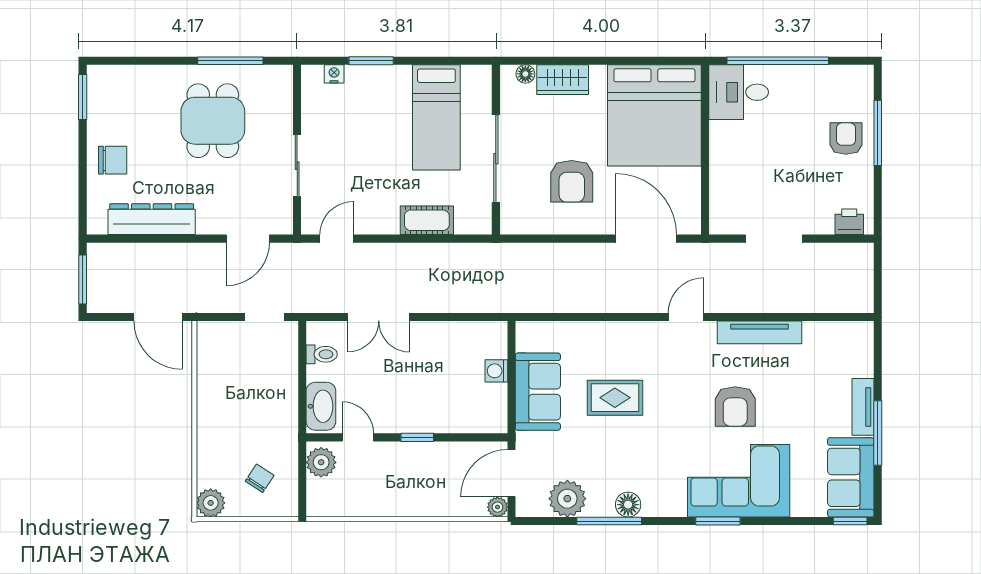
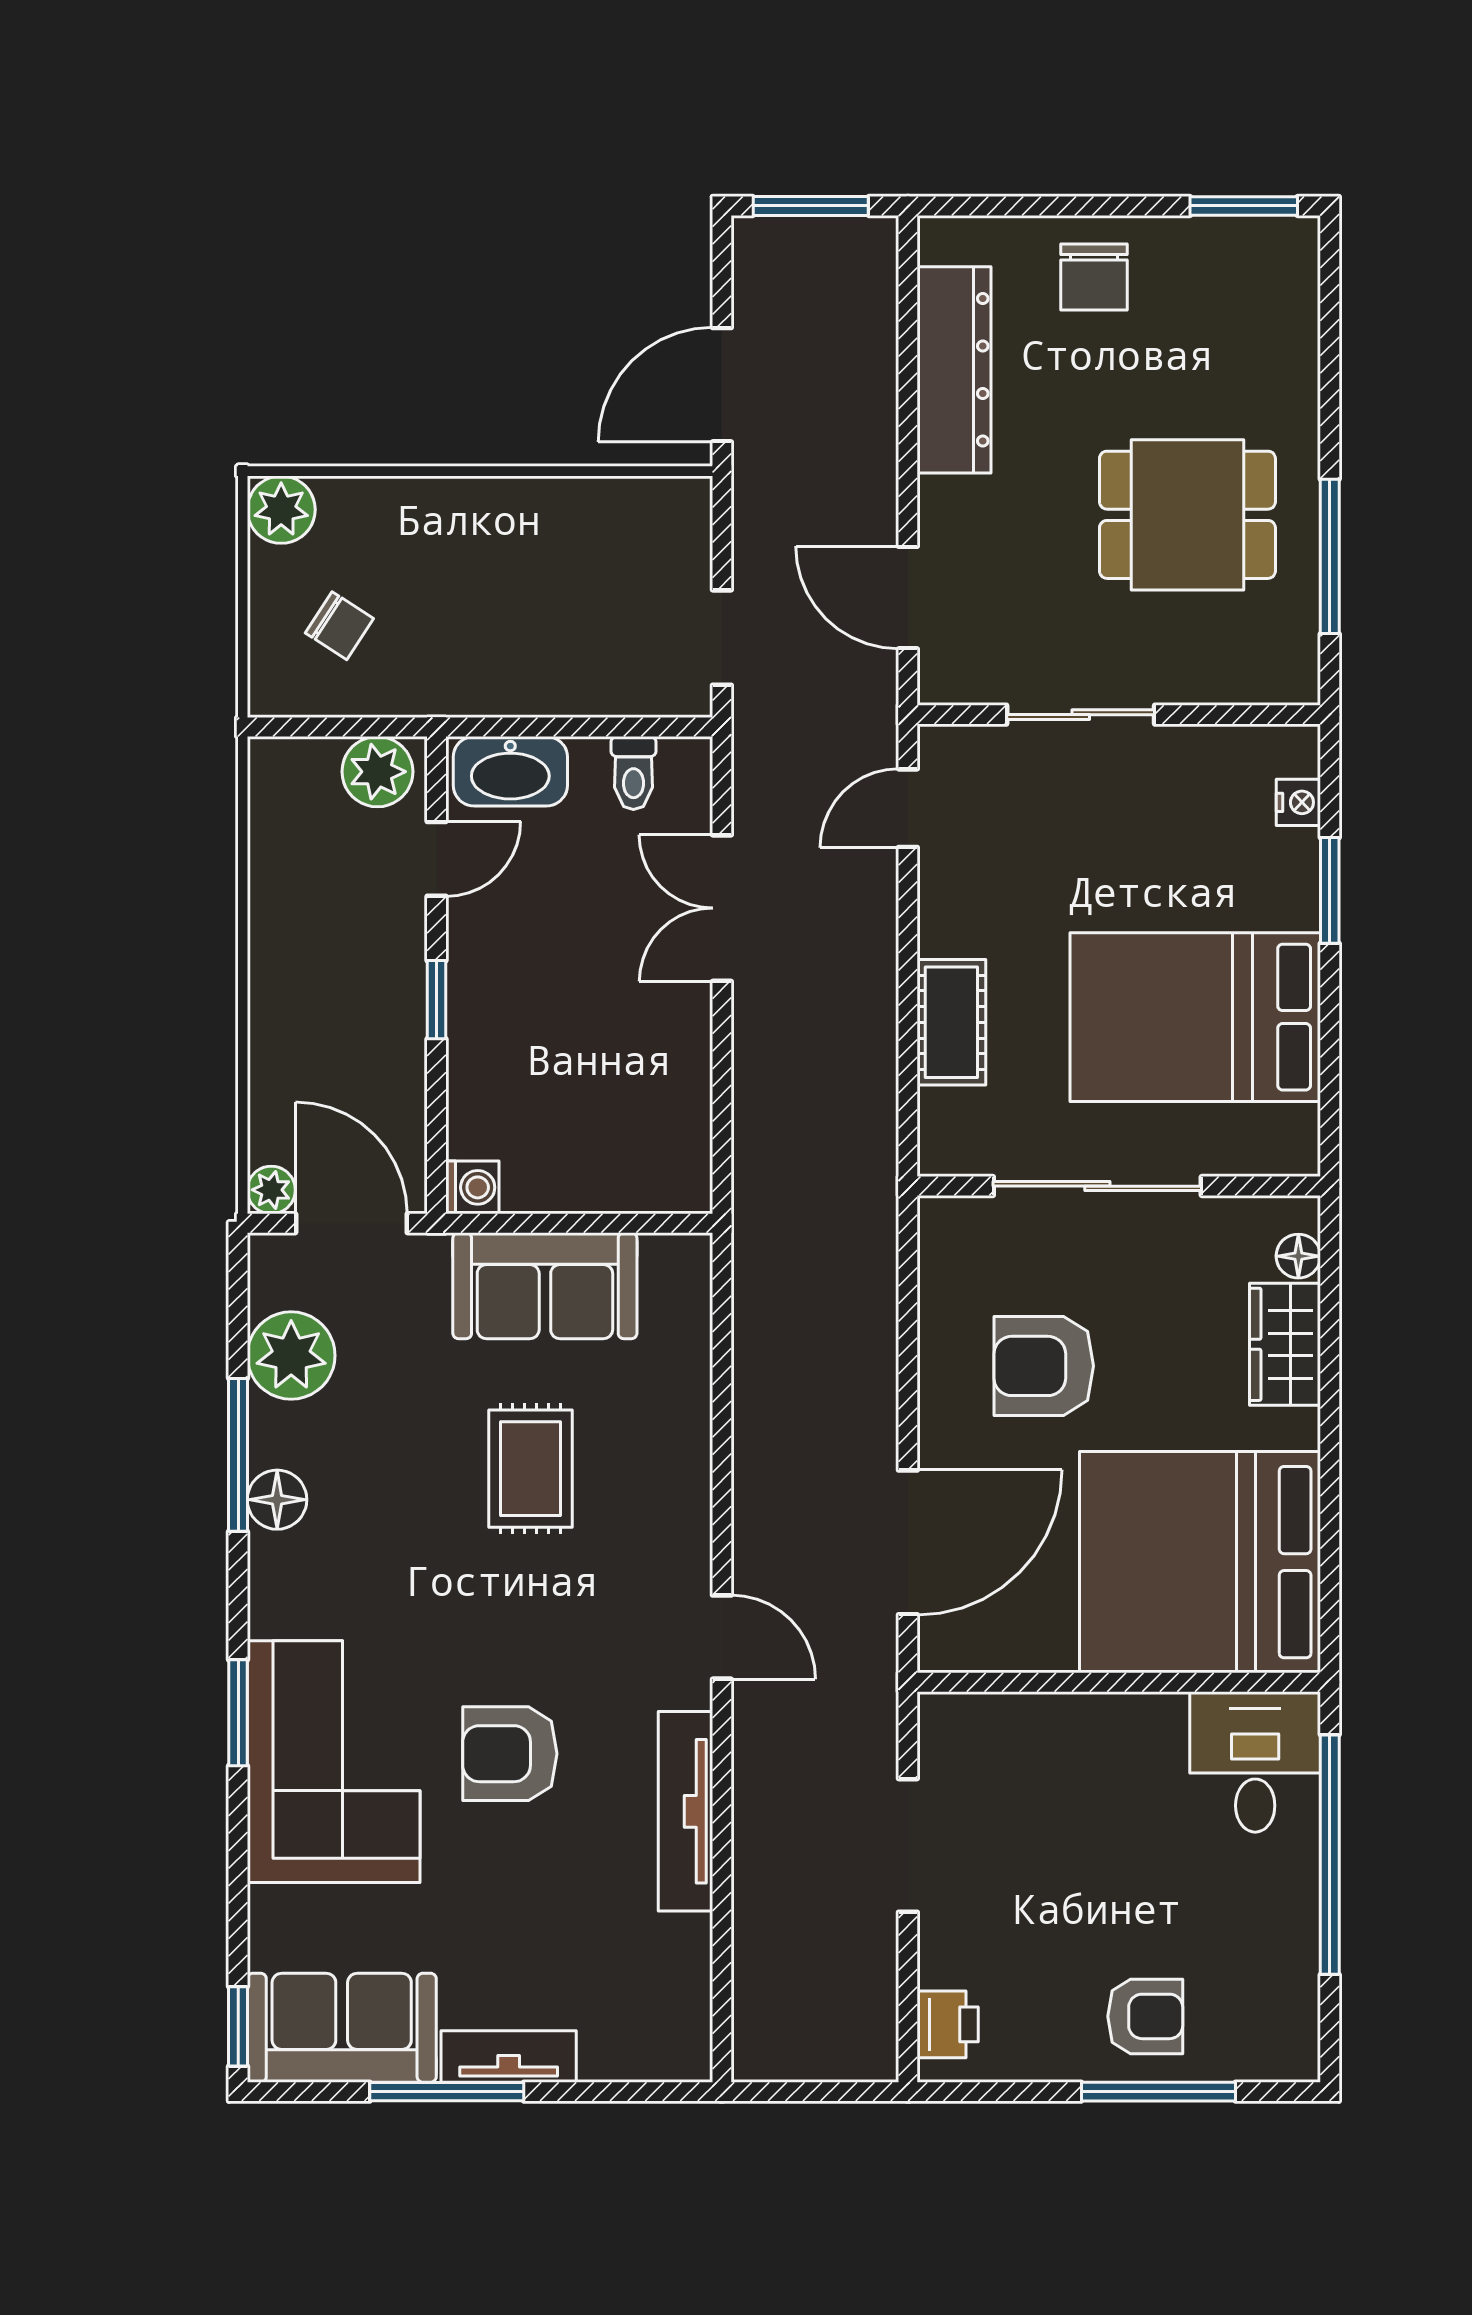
bed: (436, 117) -> (1195, 1017), width x1.50
door: (337, 239) -> (908, 808), swing flipped
washing machine: (496, 371) -> (472, 1187), moved, turned 90

